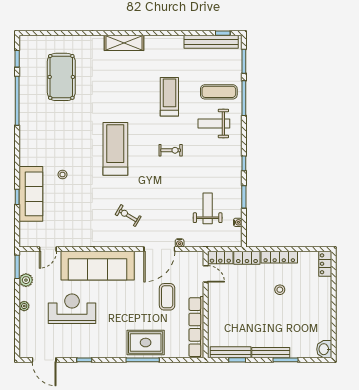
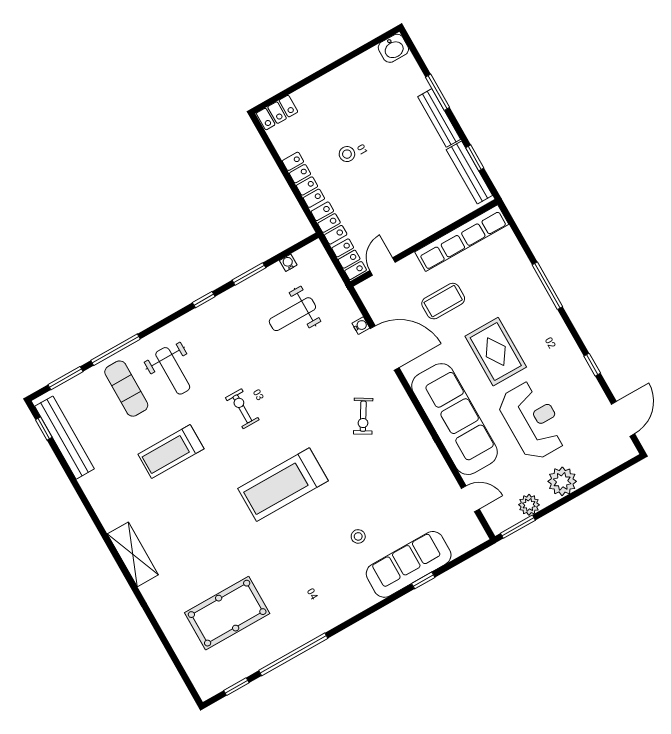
plant: (24, 306) -> (562, 481), width x1.88, depth x1.88
reception desk: (72, 309) -> (532, 421), turned 180
rug: (146, 343) -> (496, 352), moved

